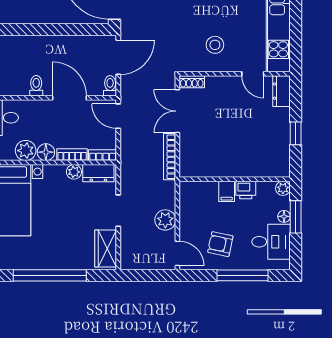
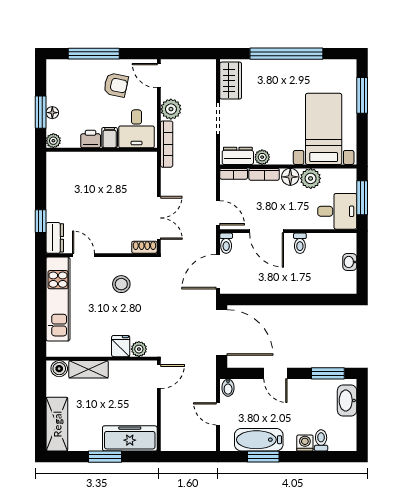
window: (296, 133) -> (41, 221), moved
bookcase: (170, 157) -> (167, 144), moved
desk: (271, 242) -> (137, 129), moved, turned -90

